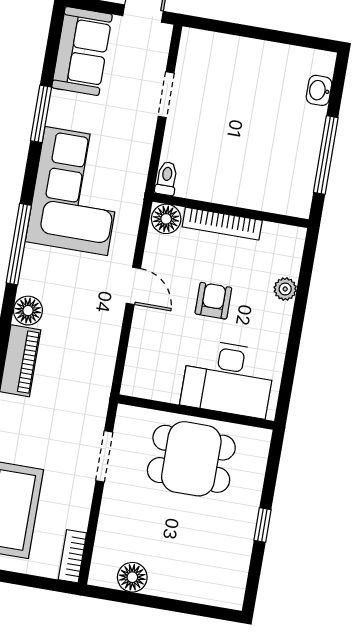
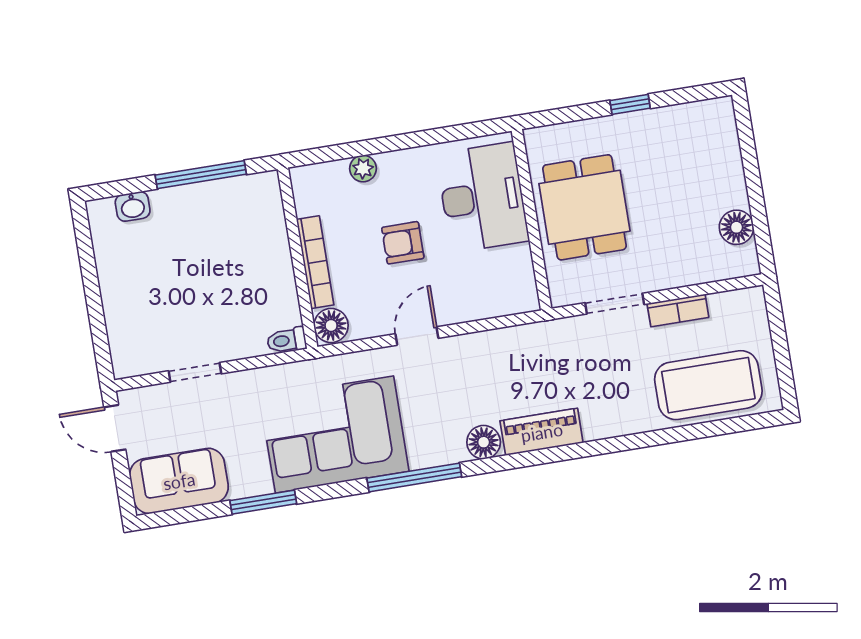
bookcase: (72, 556) -> (678, 310), moved

